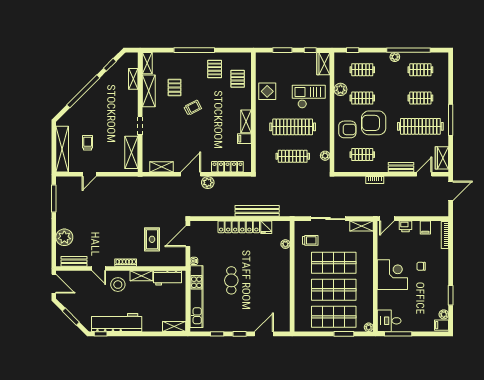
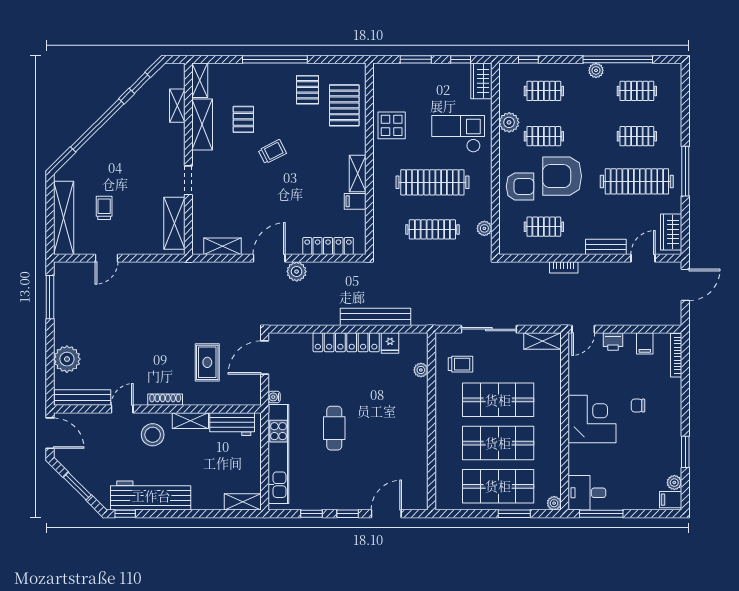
pallet: (238, 79) -> (344, 105), width x1.50, depth x1.42
bench: (74, 261) -> (82, 398), width x1.36
door: (99, 268) -> (122, 409), swing flipped

